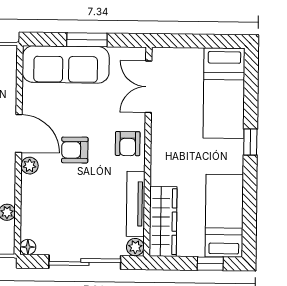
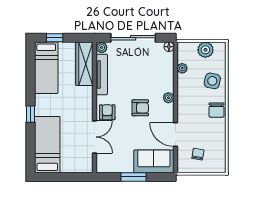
sofa: (66, 64) -> (154, 161), width x0.73
double door: (149, 87) -> (95, 137), moved
door: (19, 133) -> (175, 135), moved

